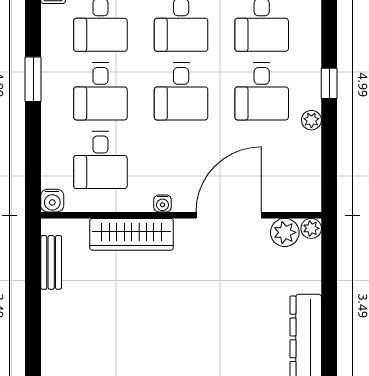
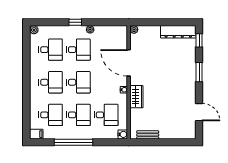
window: (33, 79) -> (73, 142), width x2.11
plant: (285, 232) -> (136, 40), removed
wardrobe: (132, 234) -> (136, 97), width x0.67

